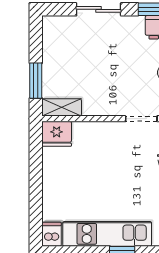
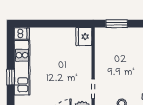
shelving: (62, 107) -> (100, 40), removed

